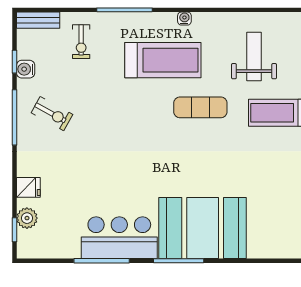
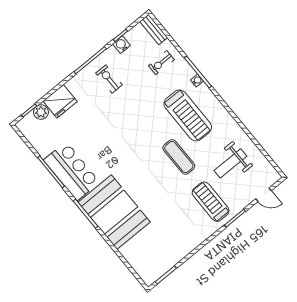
water cooler: (184, 19) -> (197, 81), moved
weight bench: (254, 57) -> (230, 163), turned 180
exercise bike: (52, 114) -> (109, 79), turned 151
fridge: (28, 187) -> (60, 101), width x1.88, depth x1.34

